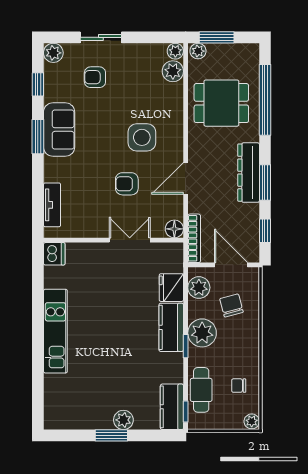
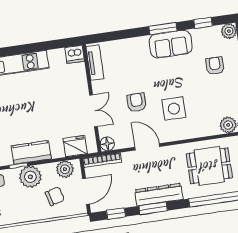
dining table: (221, 103) -> (209, 166), turned 90
tv unit: (52, 205) -> (95, 63), moved, turned -90
fridge: (171, 288) -> (75, 146), moved

